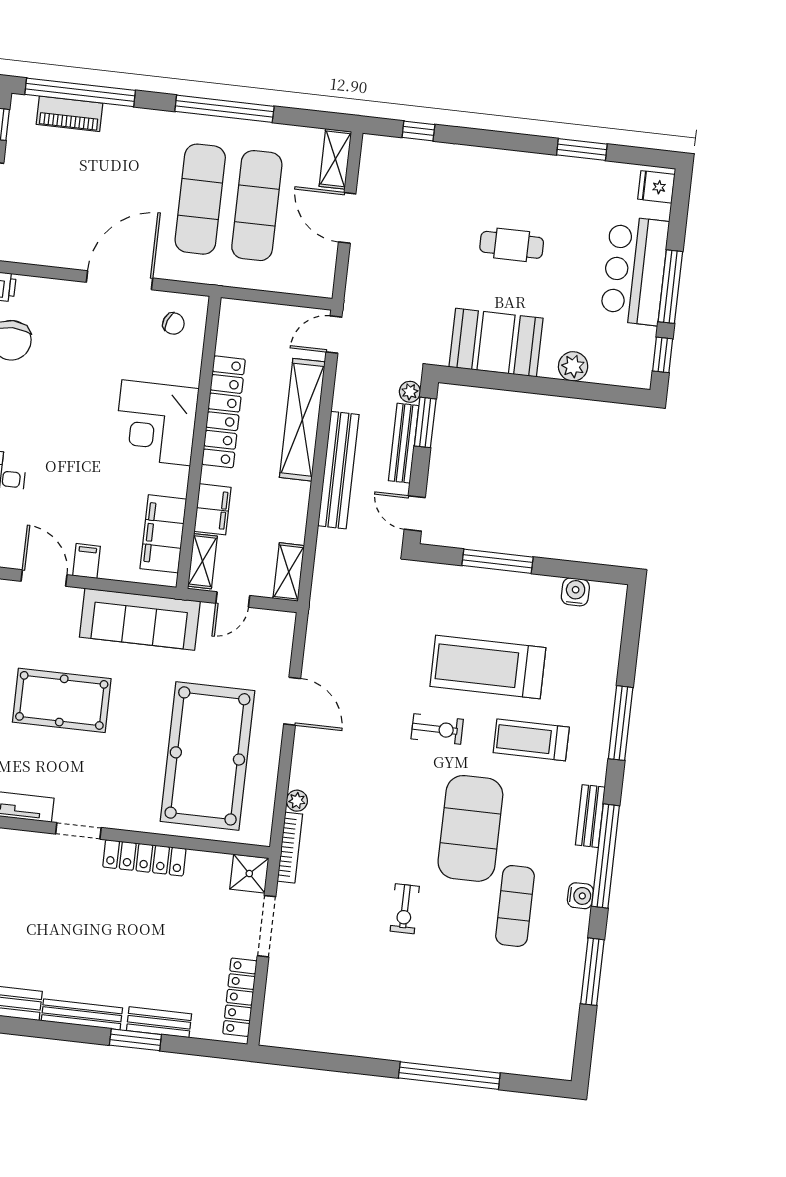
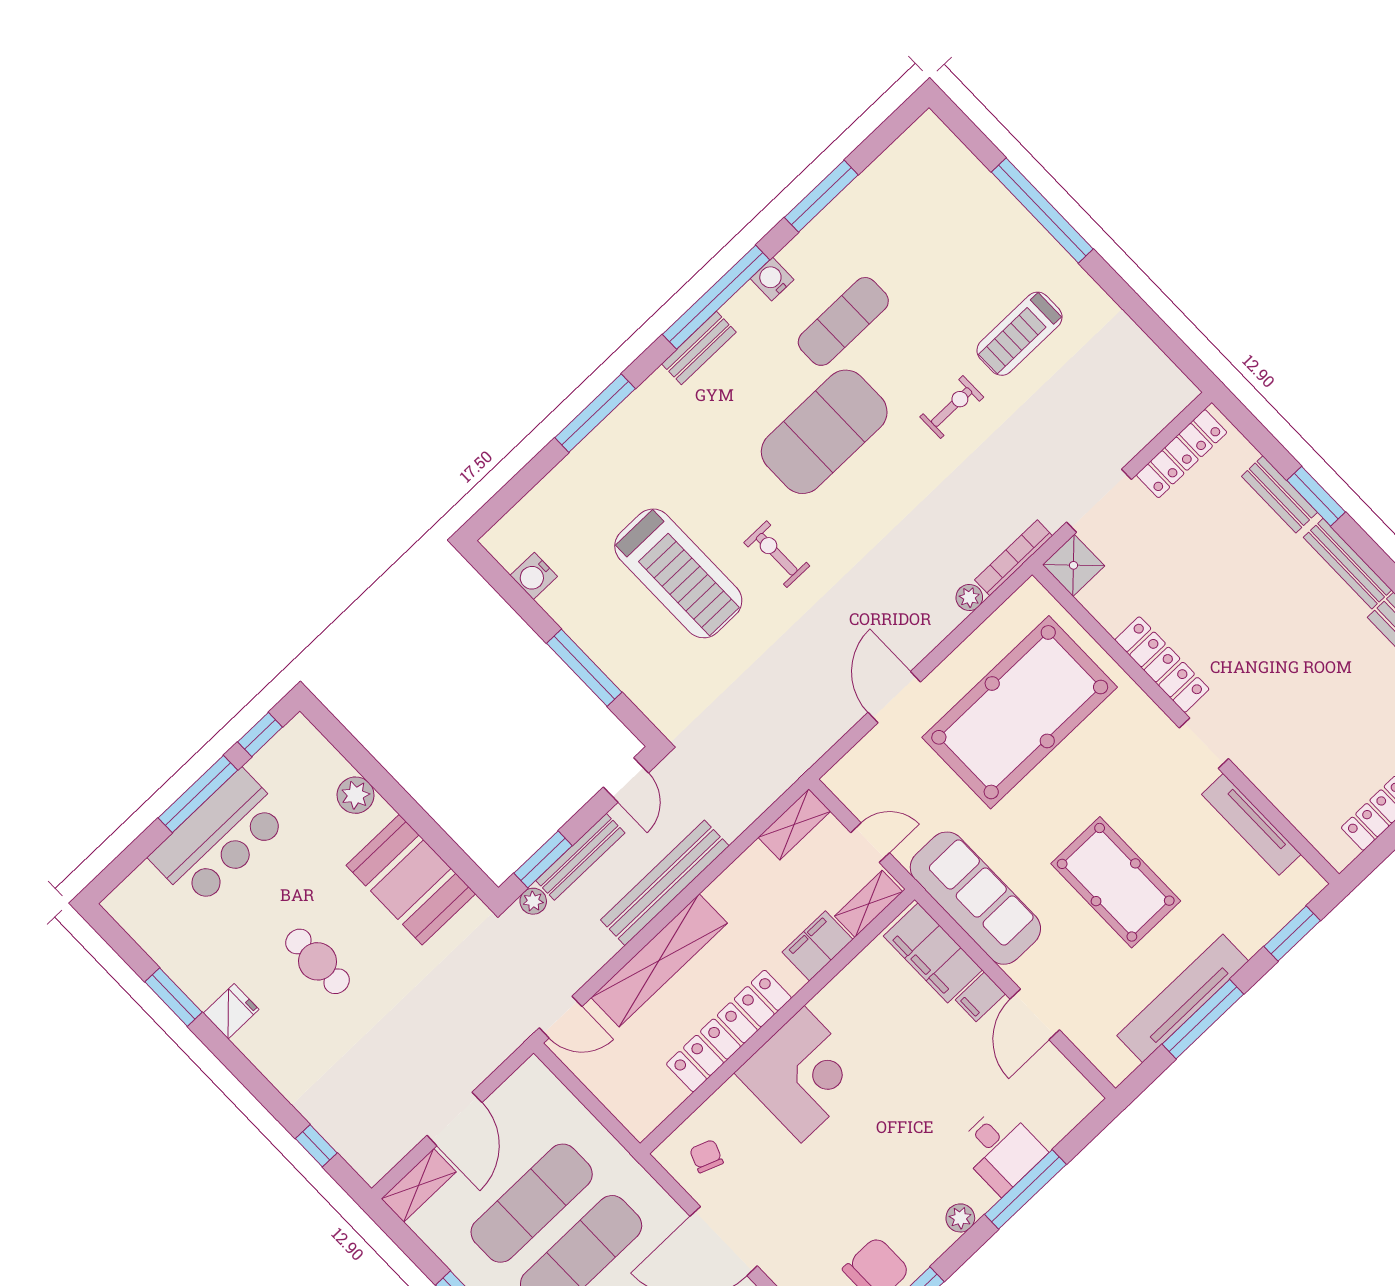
fridge: (656, 187) -> (231, 1011), moved, turned -90
filing cabinet: (163, 534) -> (933, 953), moved, turned 90
treadmill: (531, 740) -> (1020, 334), moved, turned 90

